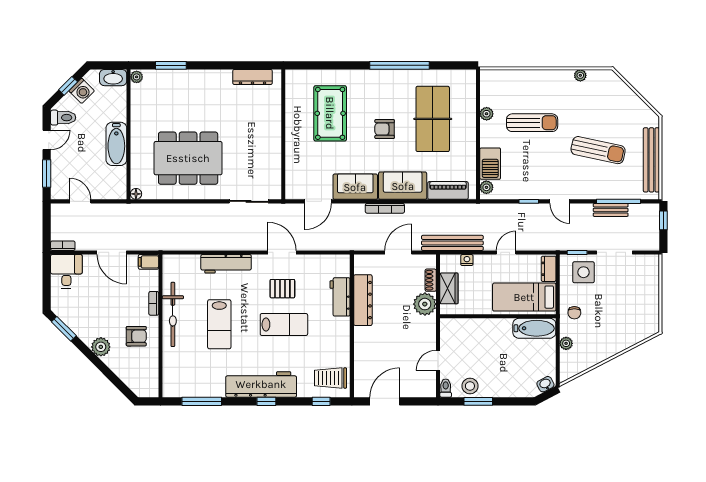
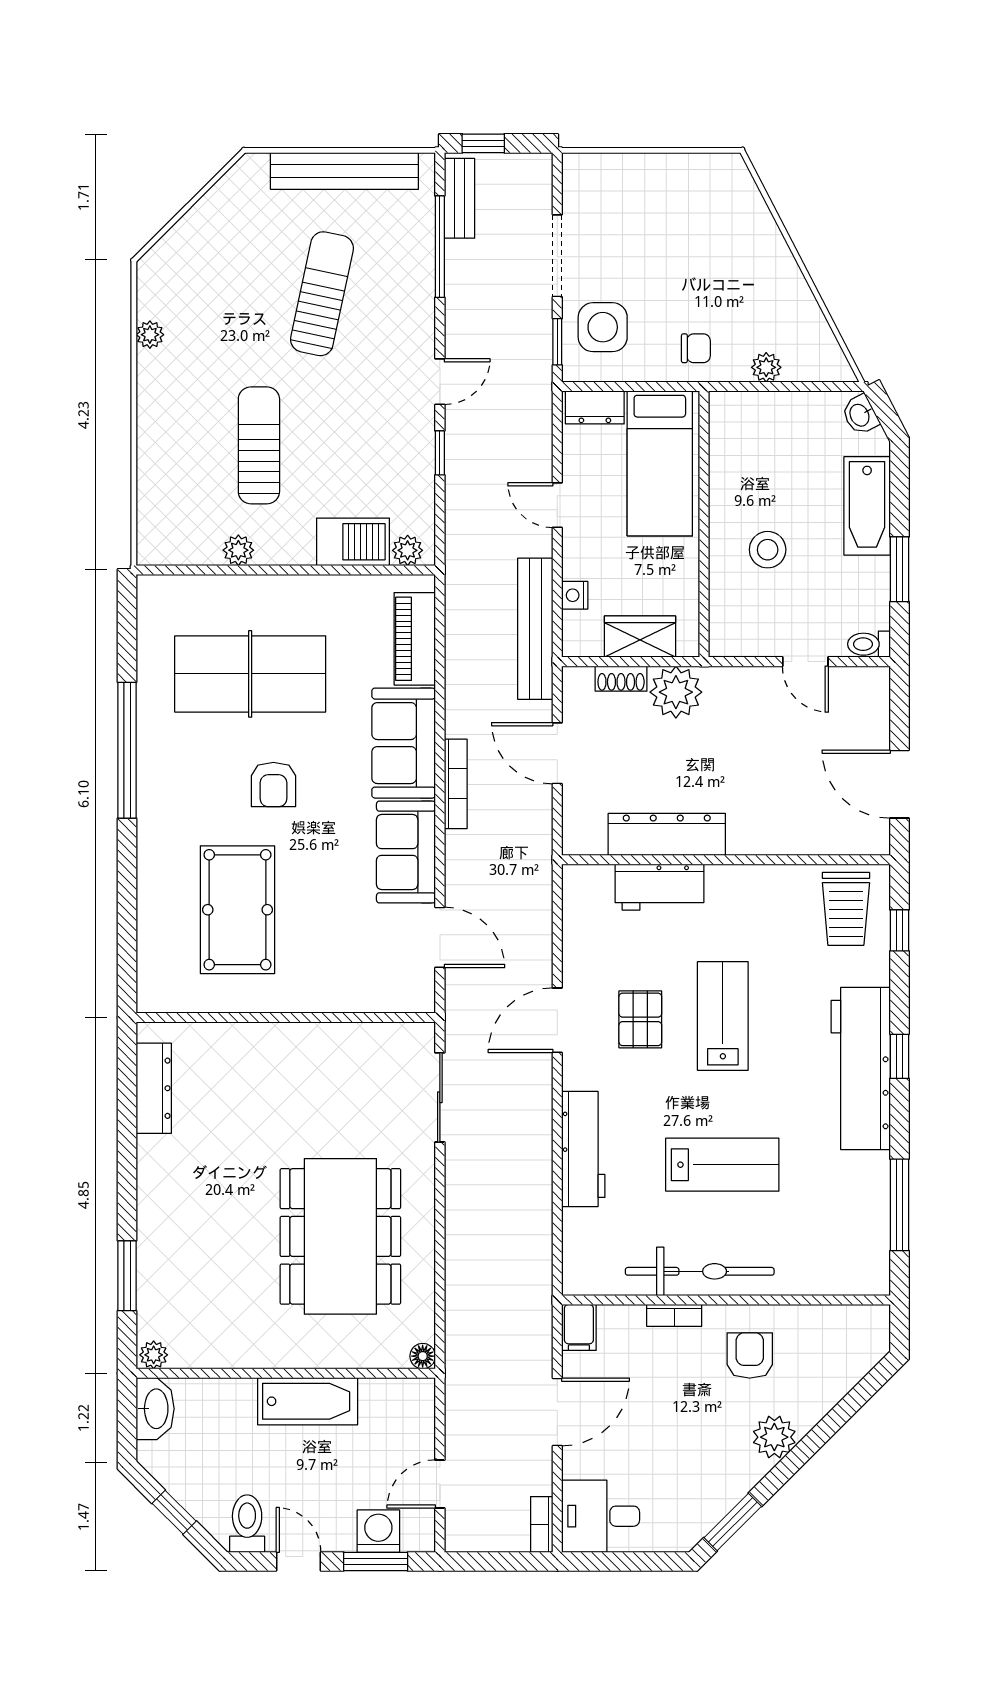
washing machine: (82, 91) -> (378, 1531), moved, turned -45
pool table: (330, 113) -> (237, 910), turned 90
bench: (611, 210) -> (459, 198), moved
bathtub: (534, 328) -> (867, 506), moved, turned 180
stool: (470, 386) -> (768, 550), moved

